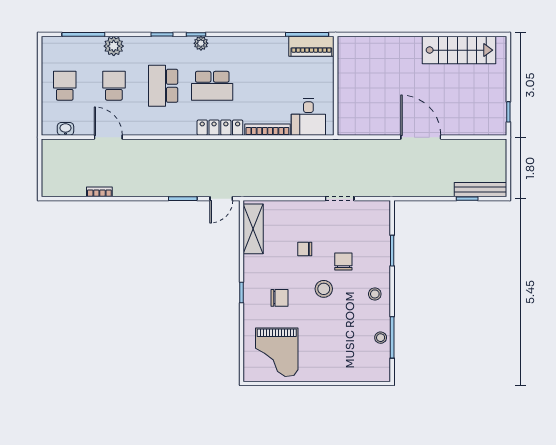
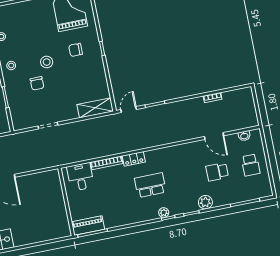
plant: (114, 46) -> (205, 202), moved
school desk: (114, 86) -> (217, 172), turned 90
school desk: (163, 86) -> (184, 178), removed
locker: (220, 128) -> (134, 159), width x0.66
shelving: (253, 229) -> (95, 108), moved, turned 90
chair: (305, 249) -> (65, 87), removed

